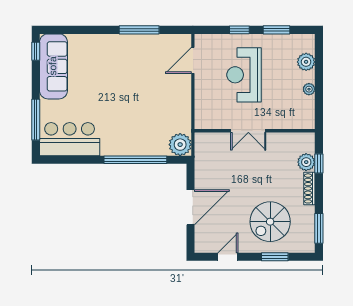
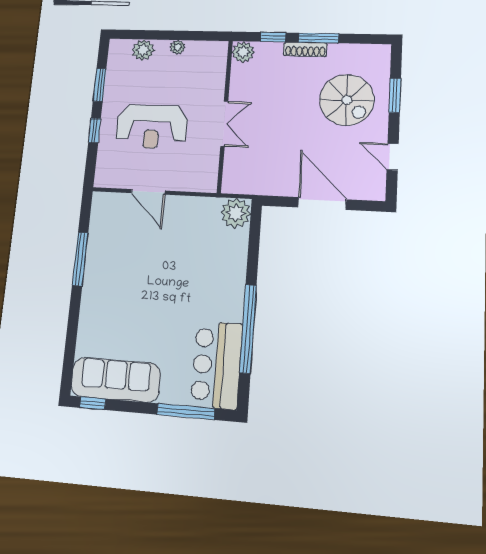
door: (193, 60) -> (148, 192), moved
window: (135, 160) -> (248, 329), moved
plant: (306, 162) -> (243, 52), moved
window: (319, 228) -> (318, 38), moved

